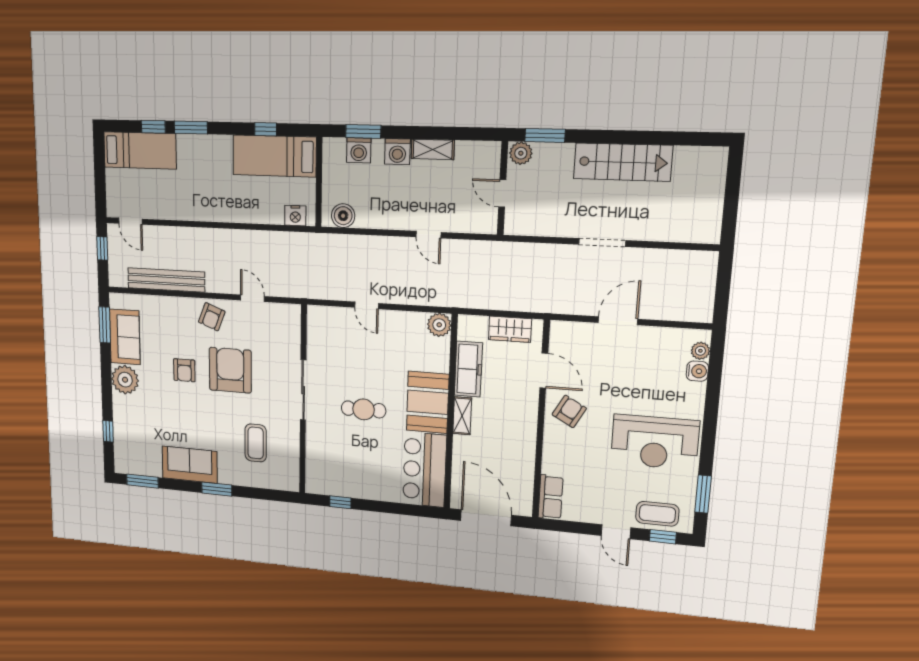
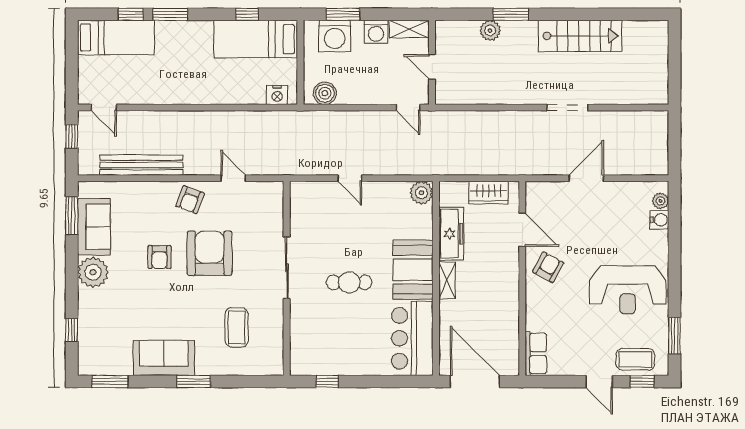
washing machine: (359, 150) -> (335, 36), width x1.37, depth x1.37
wall: (503, 188) -> (432, 62), moved
door: (502, 193) -> (432, 67), moved

